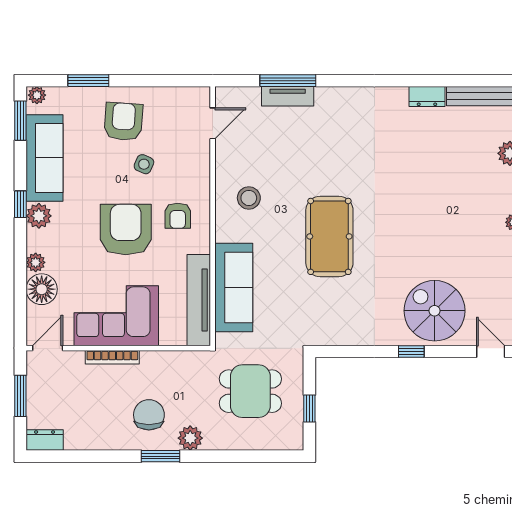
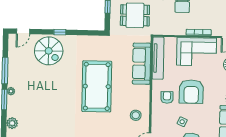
stool: (249, 198) -> (136, 115), moved
pool table: (329, 236) -> (97, 86), width x1.36, depth x1.32
door: (491, 351) -> (23, 31), hinge flipped

